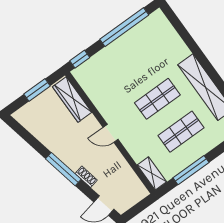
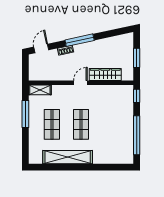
wardrobe: (72, 100) -> (105, 74), moved

